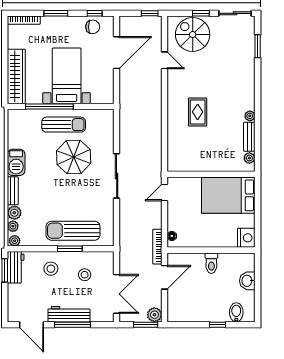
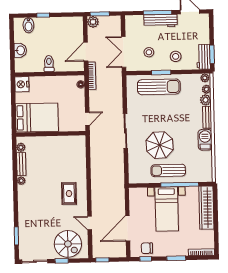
rug: (198, 112) -> (69, 193), moved
double door: (117, 294) -> (124, 52), moved

